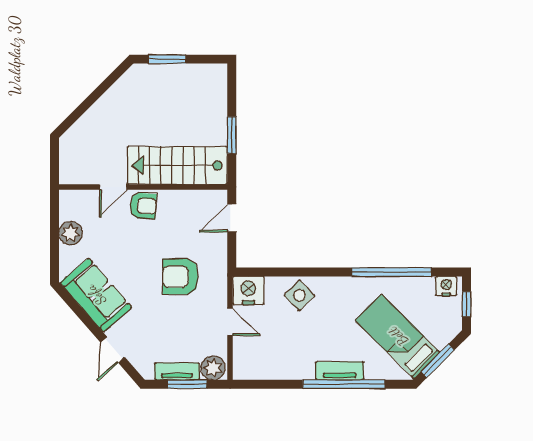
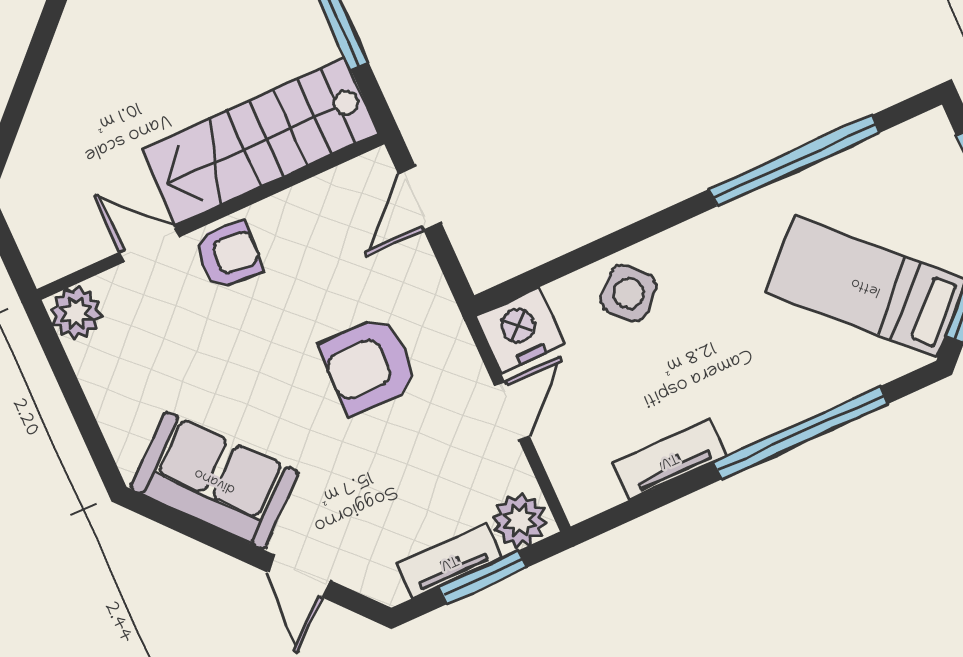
door: (113, 187) -> (149, 244), swing flipped
plant: (71, 233) -> (76, 313), moved
nightstand: (446, 286) -> (918, 139), removed
door: (230, 322) -> (512, 411), hinge flipped
tv unit: (340, 371) -> (669, 459), moved

